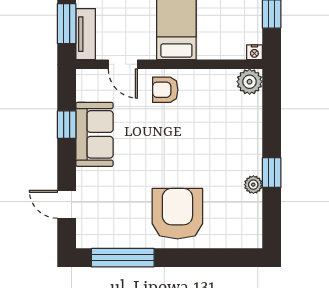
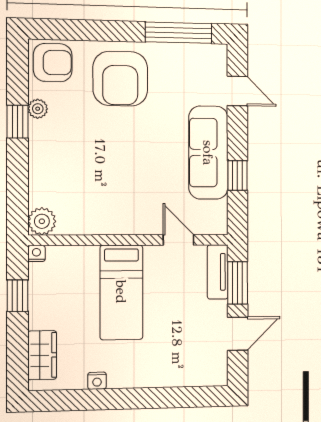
armchair: (165, 90) -> (53, 63), moved, width x1.38, depth x1.38
sofa: (94, 134) -> (208, 153), width x1.36

